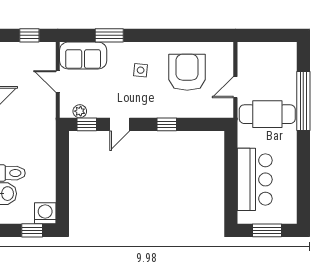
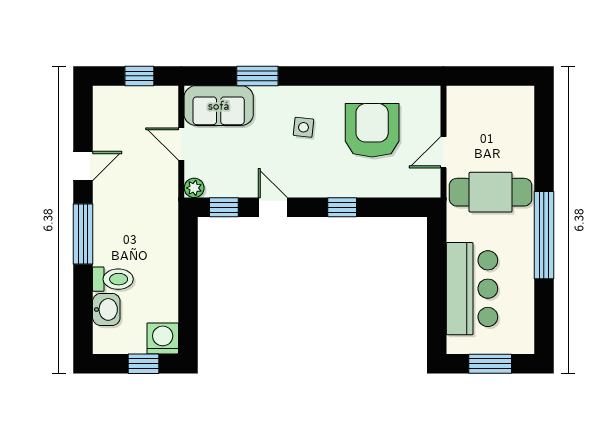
window: (303, 101) -> (544, 235), moved
plant: (80, 111) -> (194, 188), moved
door: (120, 124) -> (273, 207), swing flipped

